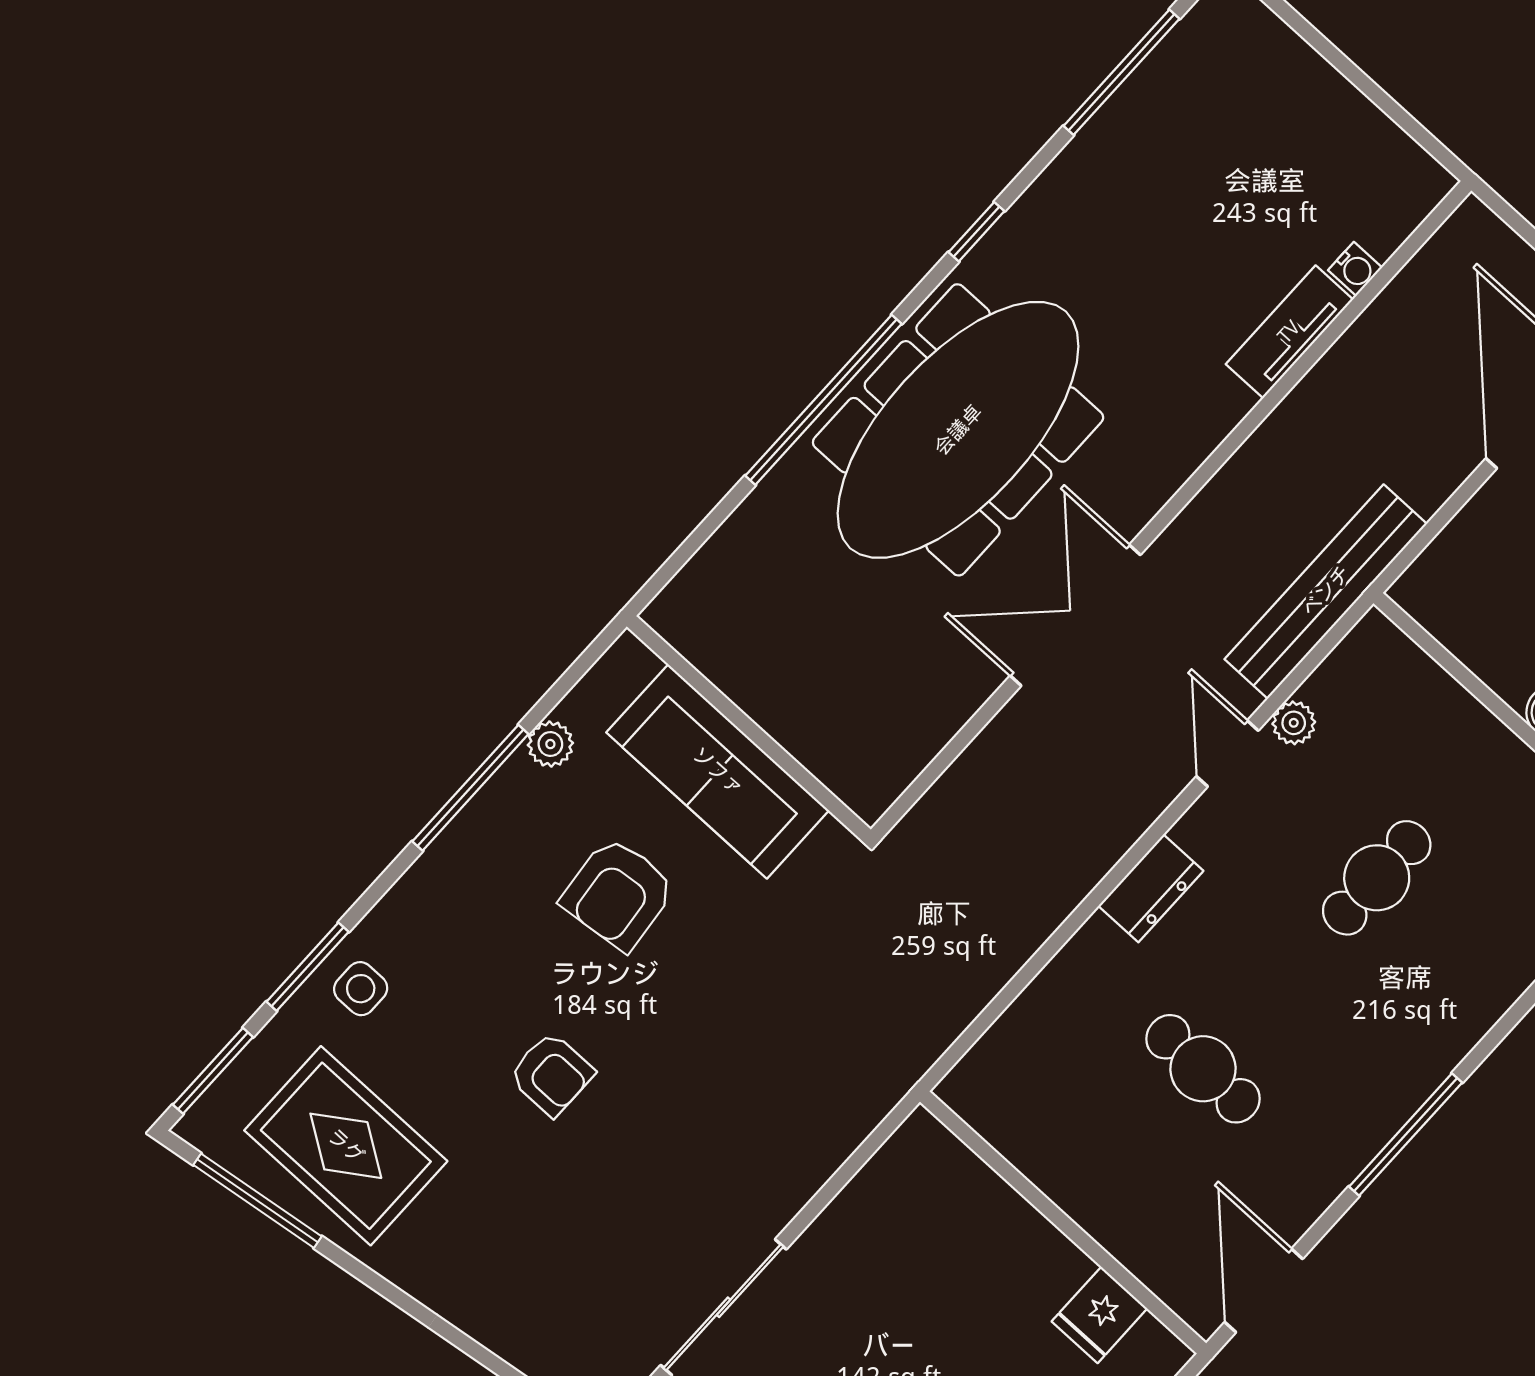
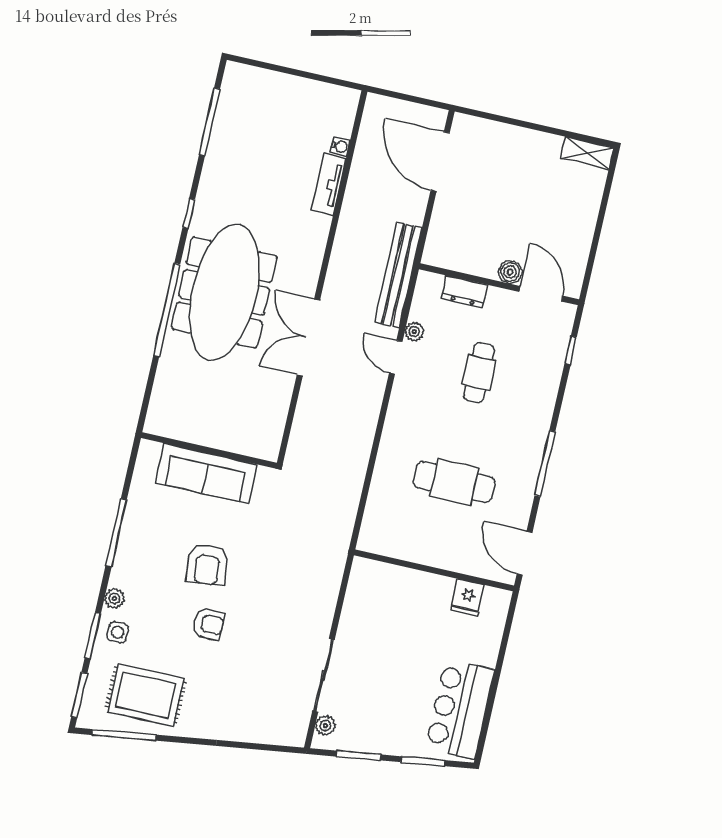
plant: (550, 744) -> (114, 598), moved
dresser: (1151, 888) -> (464, 292), moved, turned 90
armchair: (618, 894) -> (207, 564), moved
cafe table: (1203, 1069) -> (454, 482), width x1.37, depth x1.35

